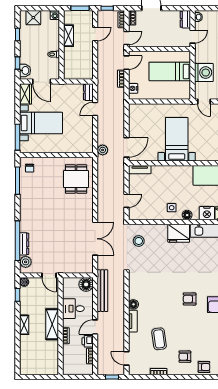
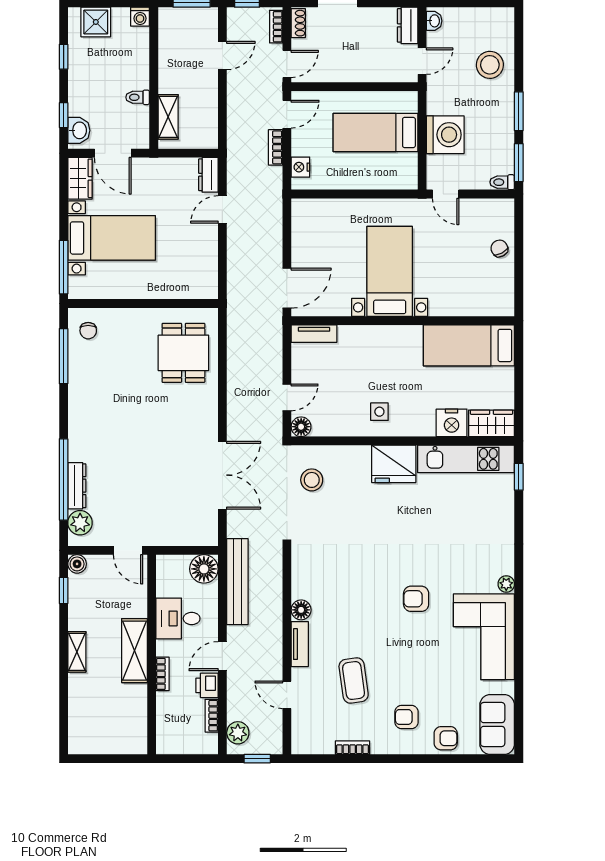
shelving: (69, 36) -> (168, 117), moved
plant: (103, 150) -> (238, 733), moved
floor lamp: (187, 215) -> (301, 427), moved
door: (127, 358) -> (287, 695), moved

